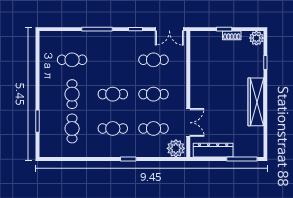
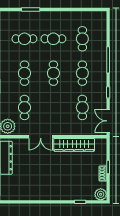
cafe table: (154, 94) -> (82, 73), moved
wardrobe: (256, 102) -> (74, 145), moved, turned 180
double door: (188, 123) -> (41, 137), moved

